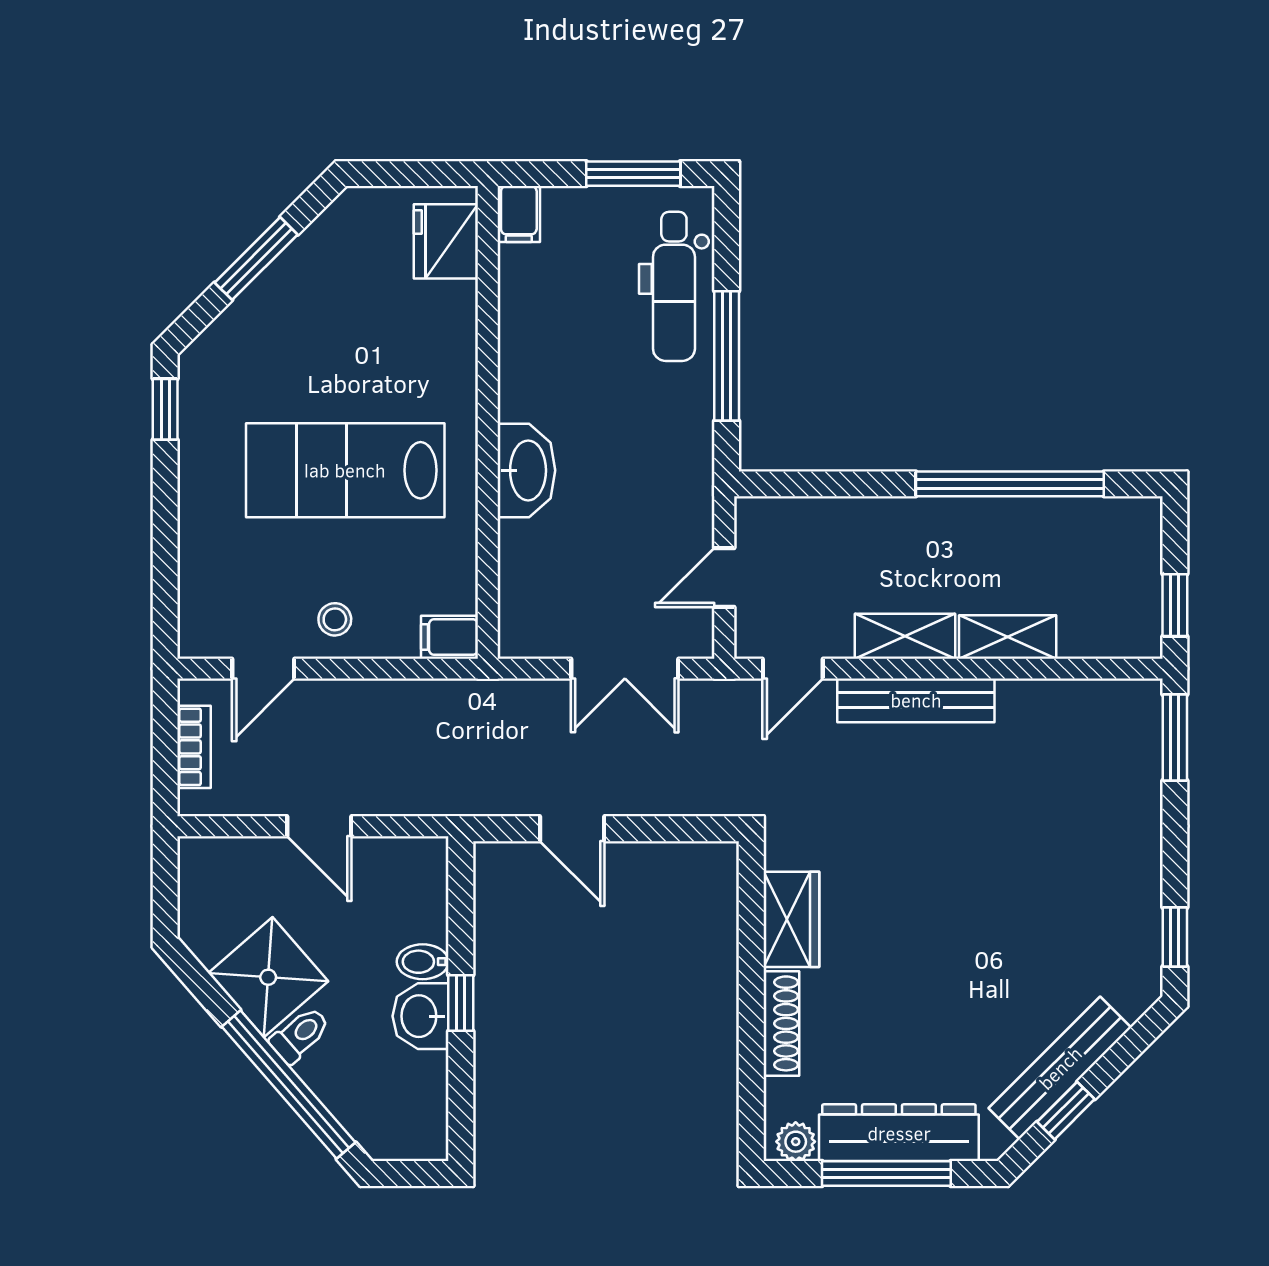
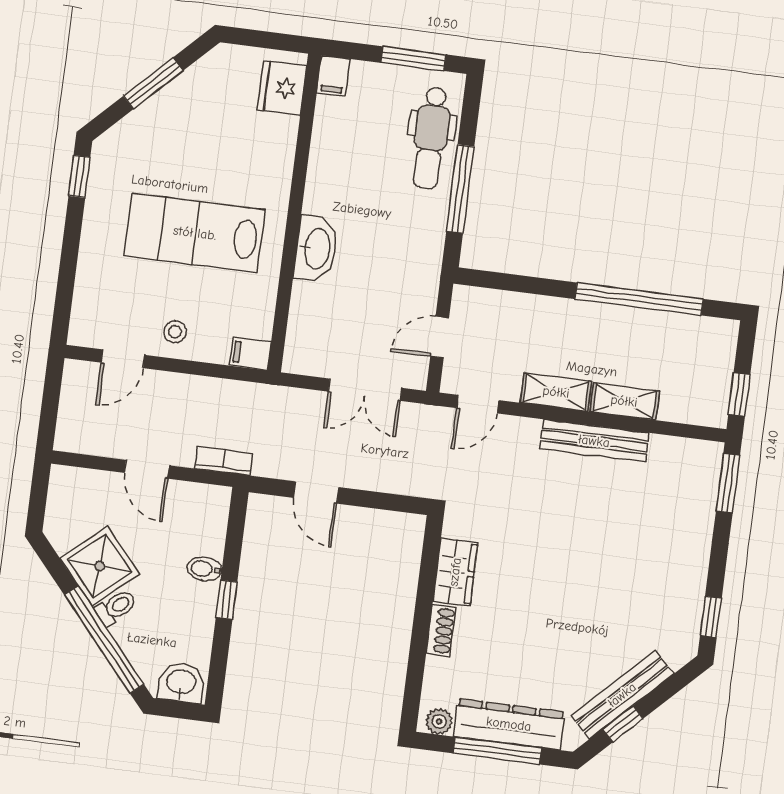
bench: (916, 700) -> (594, 441), moved
bookcase: (194, 747) -> (224, 461), moved, turned -90
washbasin: (421, 1016) -> (181, 683), moved, turned 90
shoe rack: (781, 1023) -> (441, 631), width x0.70

